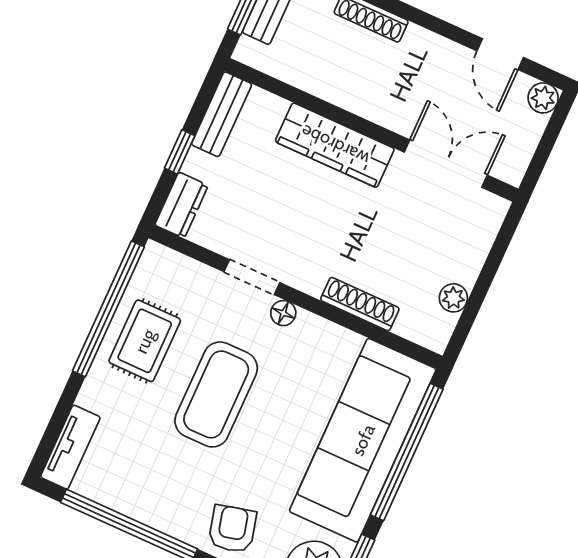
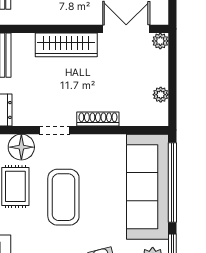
plant: (493, 209) -> (160, 41), added
shoe rack: (360, 304) -> (98, 119), moved
floor lamp: (283, 313) -> (21, 147), moved, width x1.89, depth x1.89

